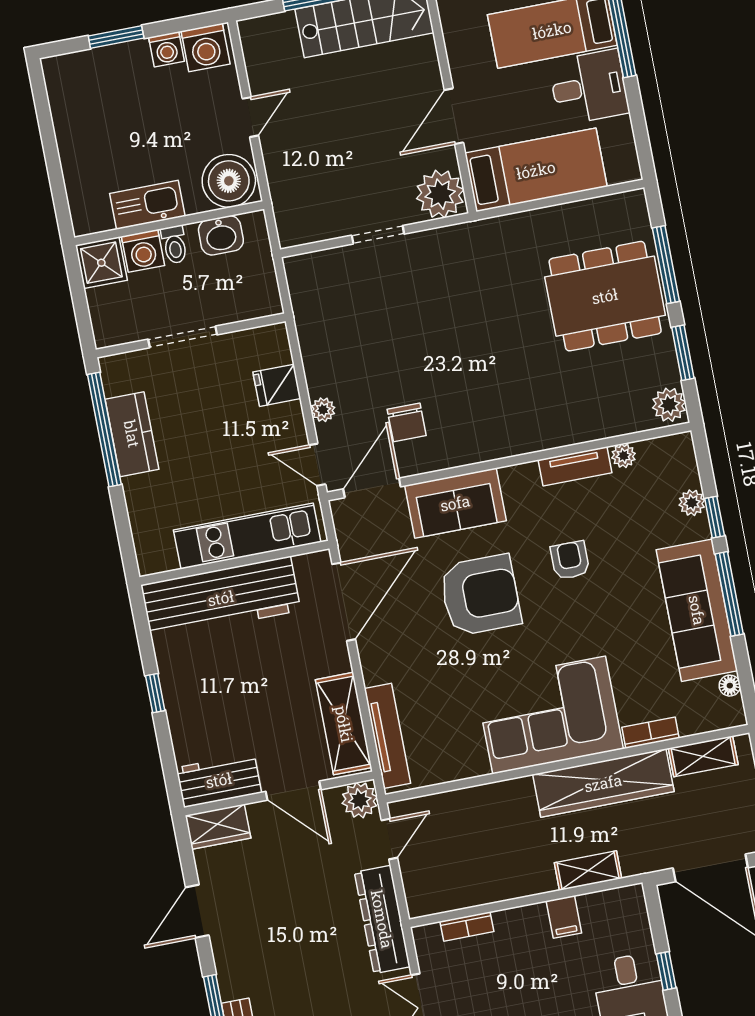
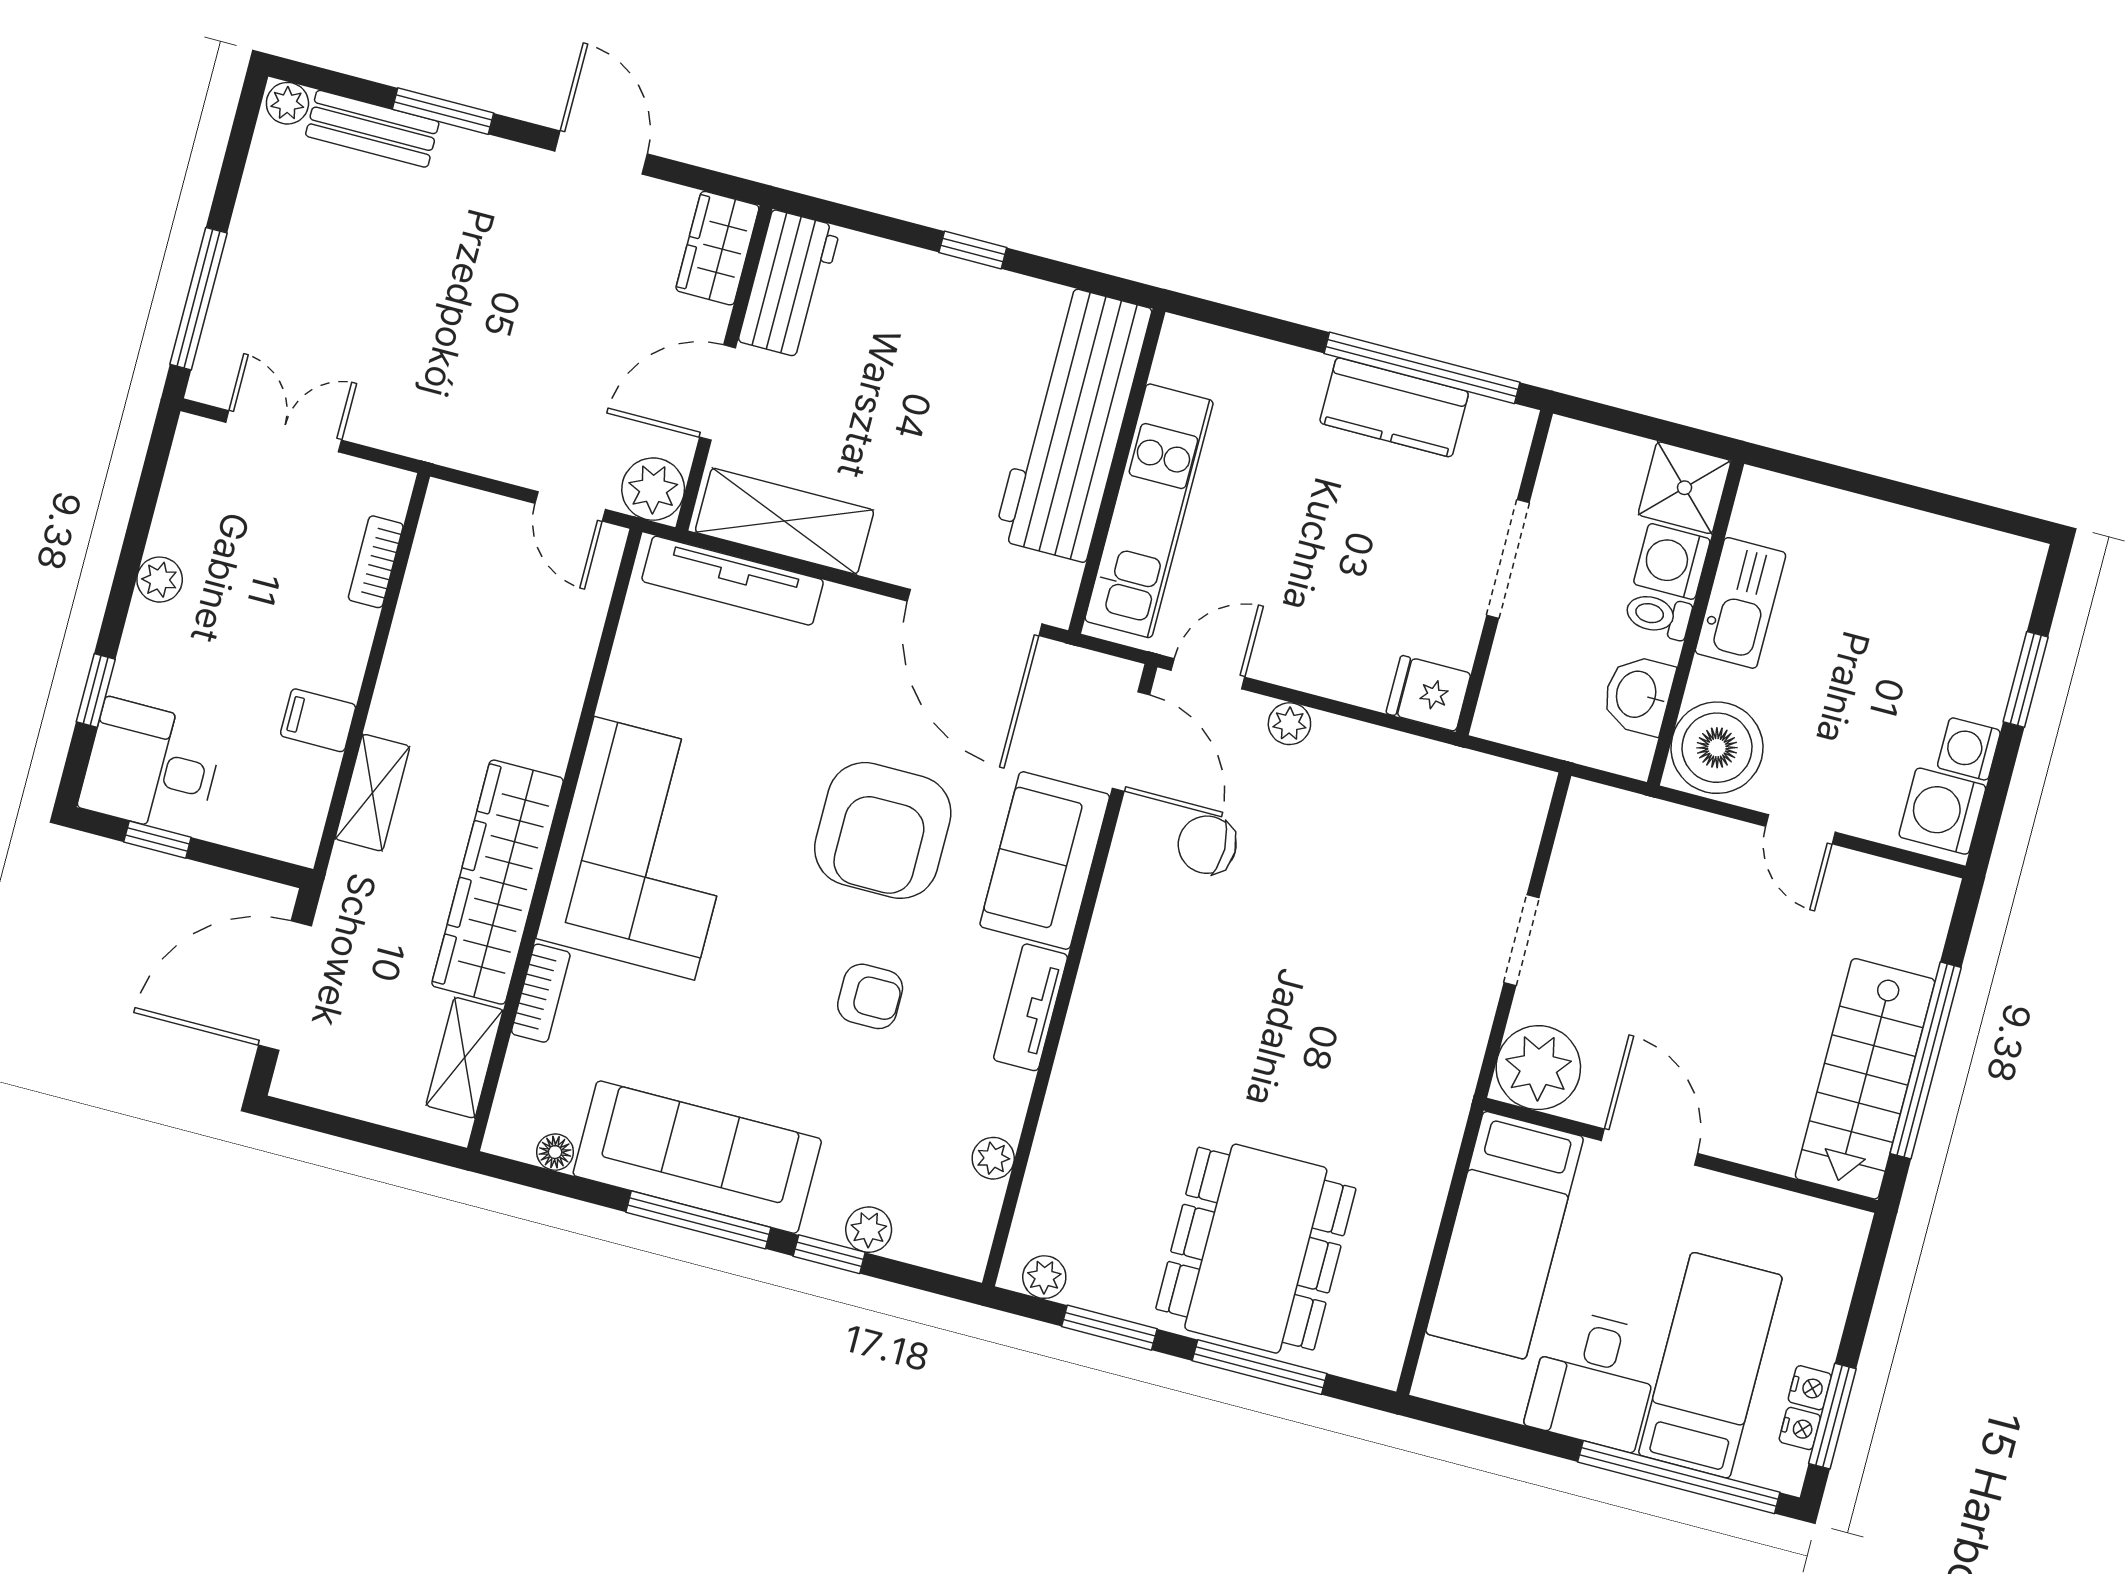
fridge: (277, 385) -> (1428, 693), moved, turned -90
plant: (669, 405) -> (1044, 1277), width x0.73, depth x0.73
tv unit: (575, 466) -> (1031, 1007), moved
dresser: (382, 919) -> (450, 435), removed

